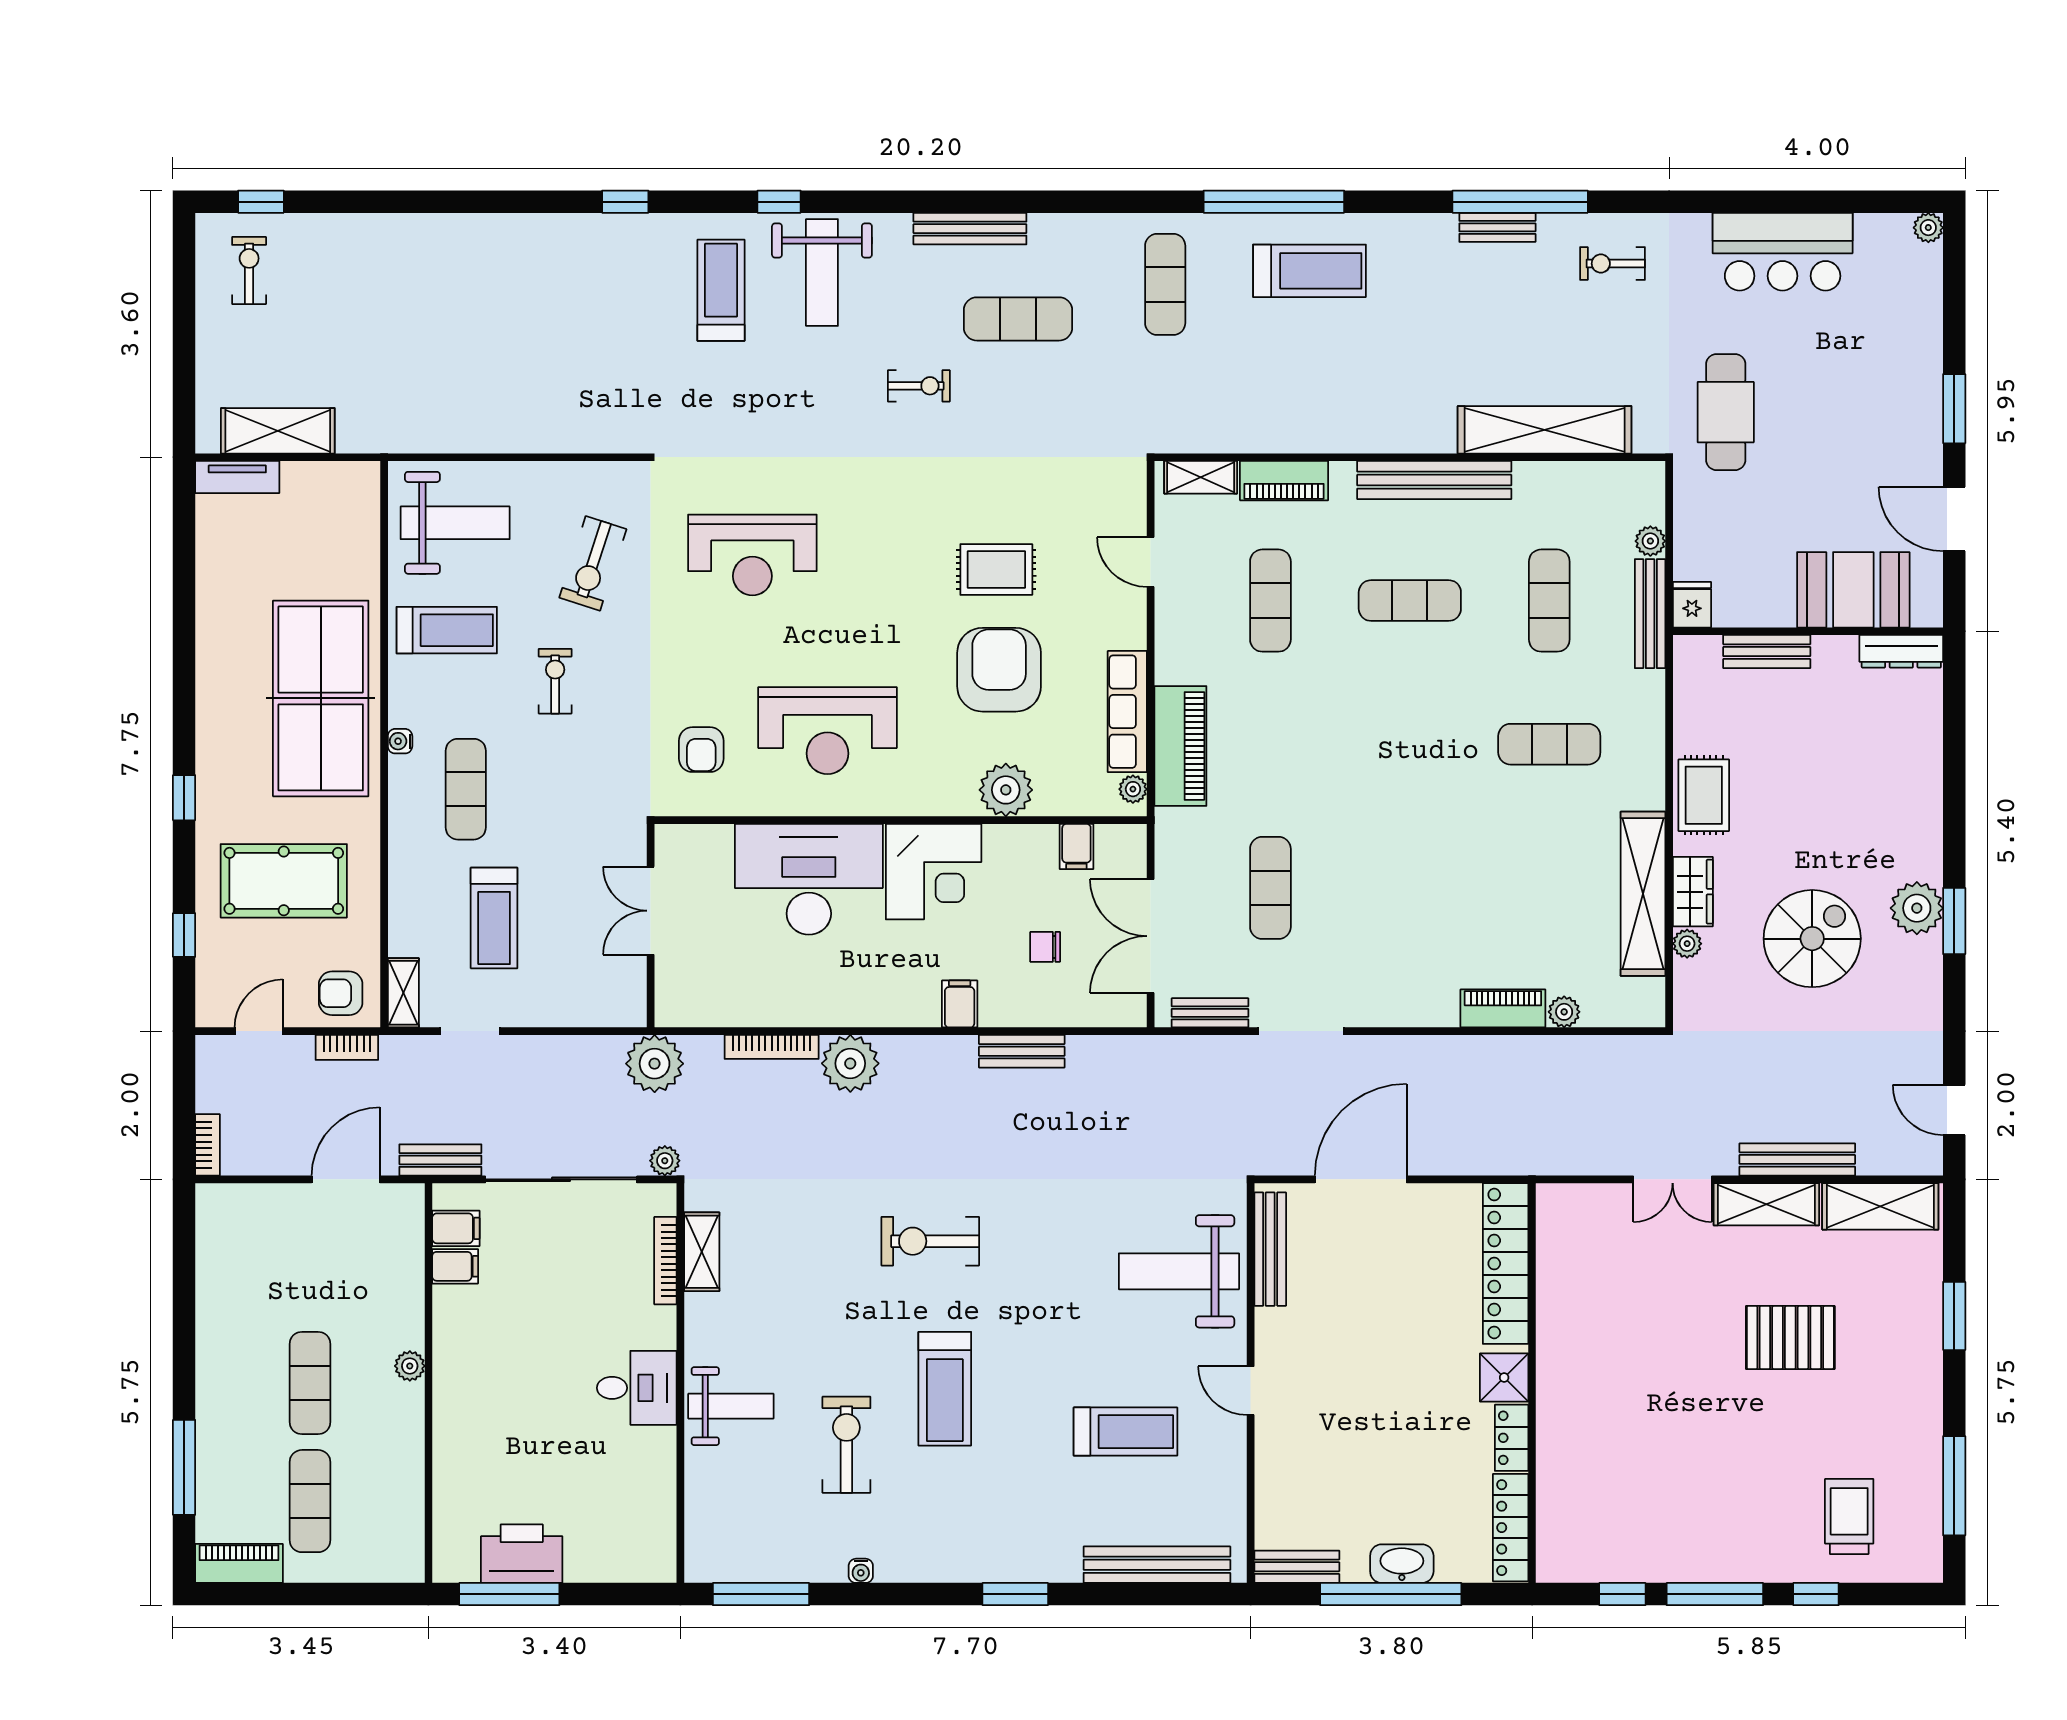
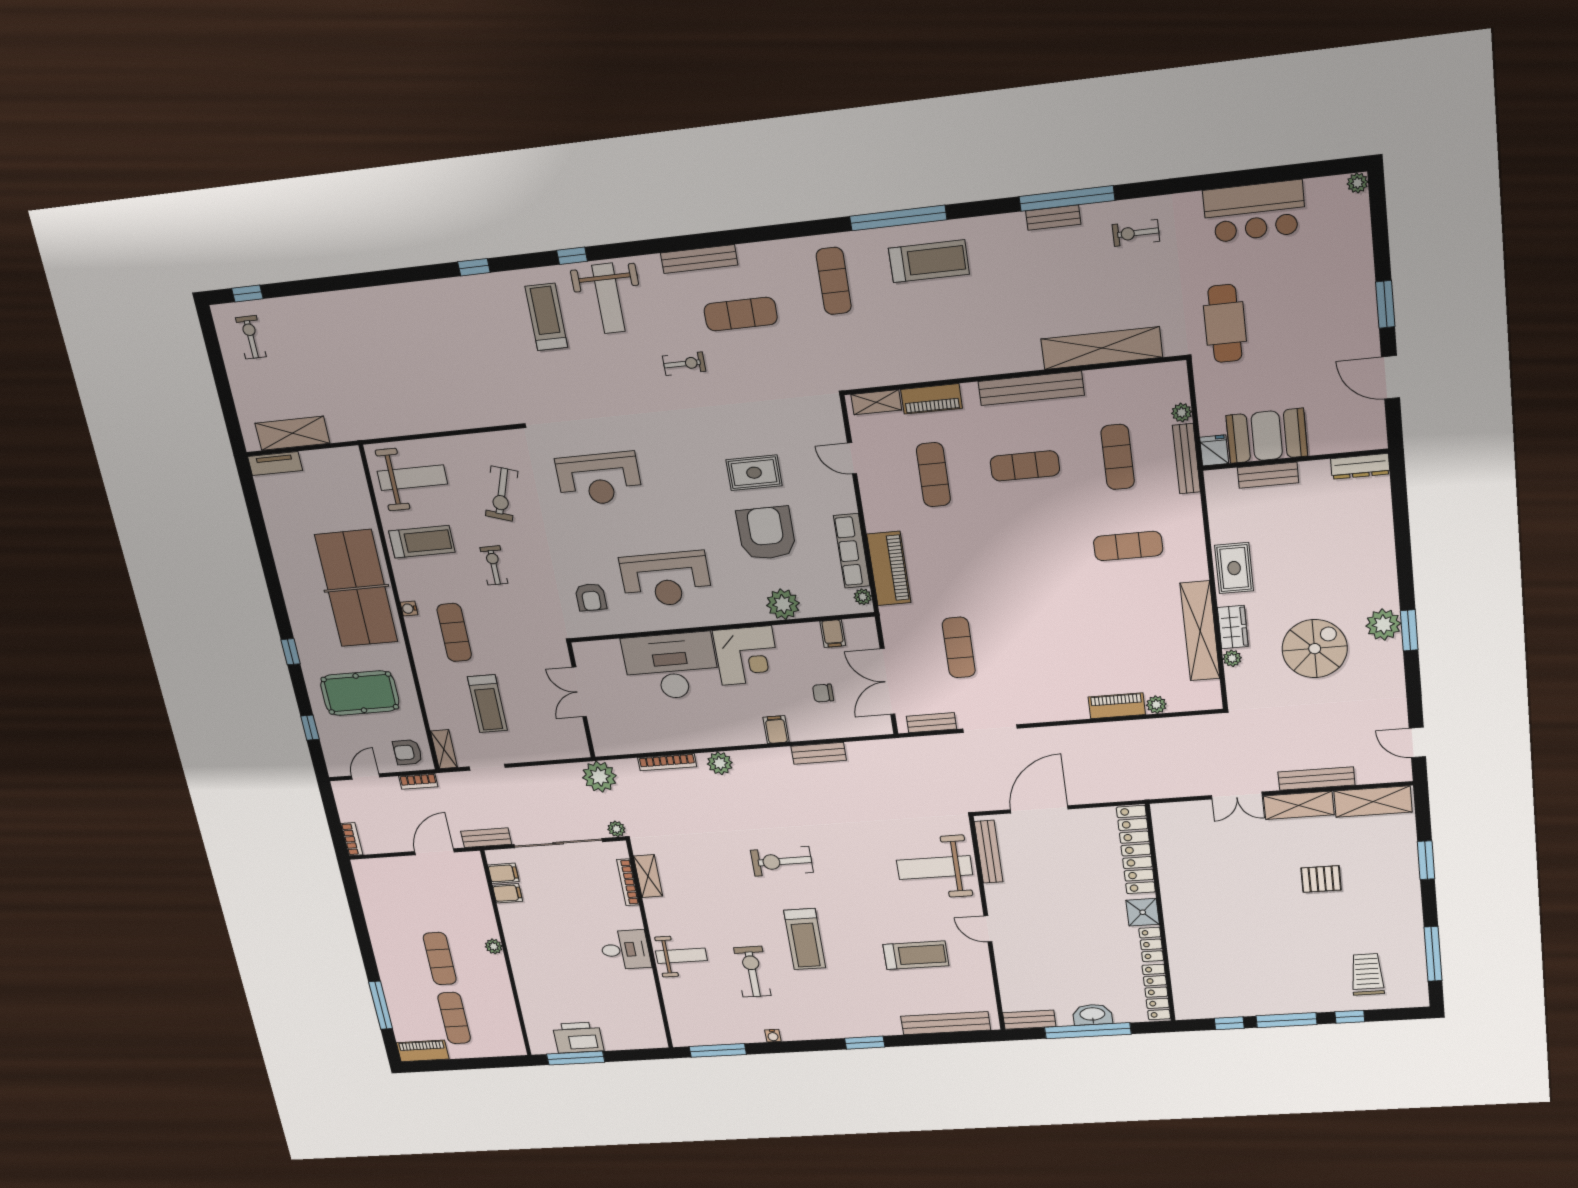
booth: (1853, 590) -> (1267, 436), moved
plant: (850, 1063) -> (720, 763), width x0.73, depth x0.73
pallet: (1790, 1338) -> (1321, 879), width x0.67, depth x0.71

